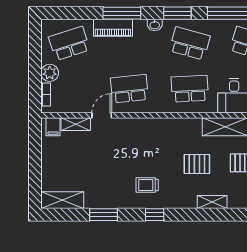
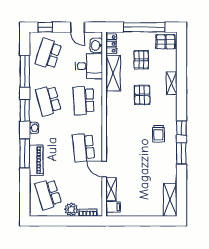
school desk: (190, 43) -> (48, 101), turned -30
window: (103, 215) -> (181, 153), moved

